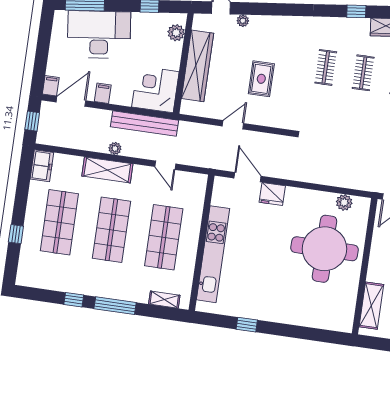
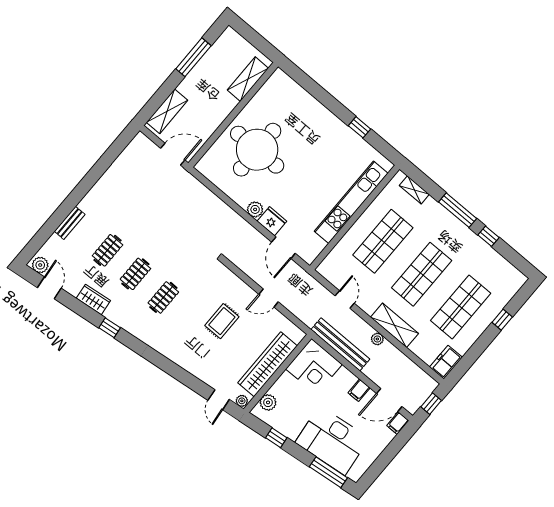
plant: (243, 21) -> (242, 401), moved
plant: (344, 202) -> (255, 209), moved

